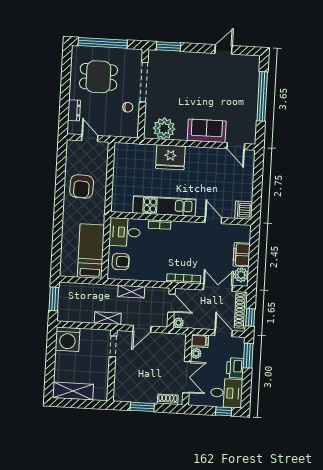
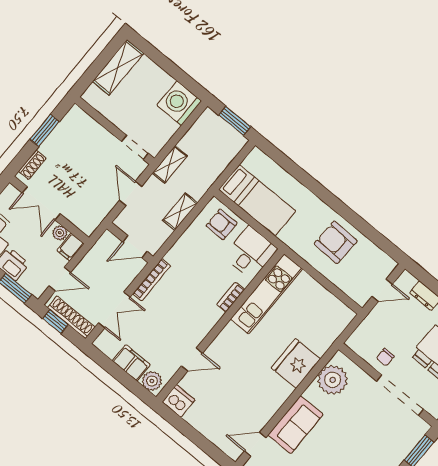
kitchen unit: (164, 206) -> (266, 294), moved
armchair: (121, 262) -> (222, 224), turned 90
plant: (241, 275) -> (152, 381), moved
plant: (178, 323) -> (108, 238), removed

